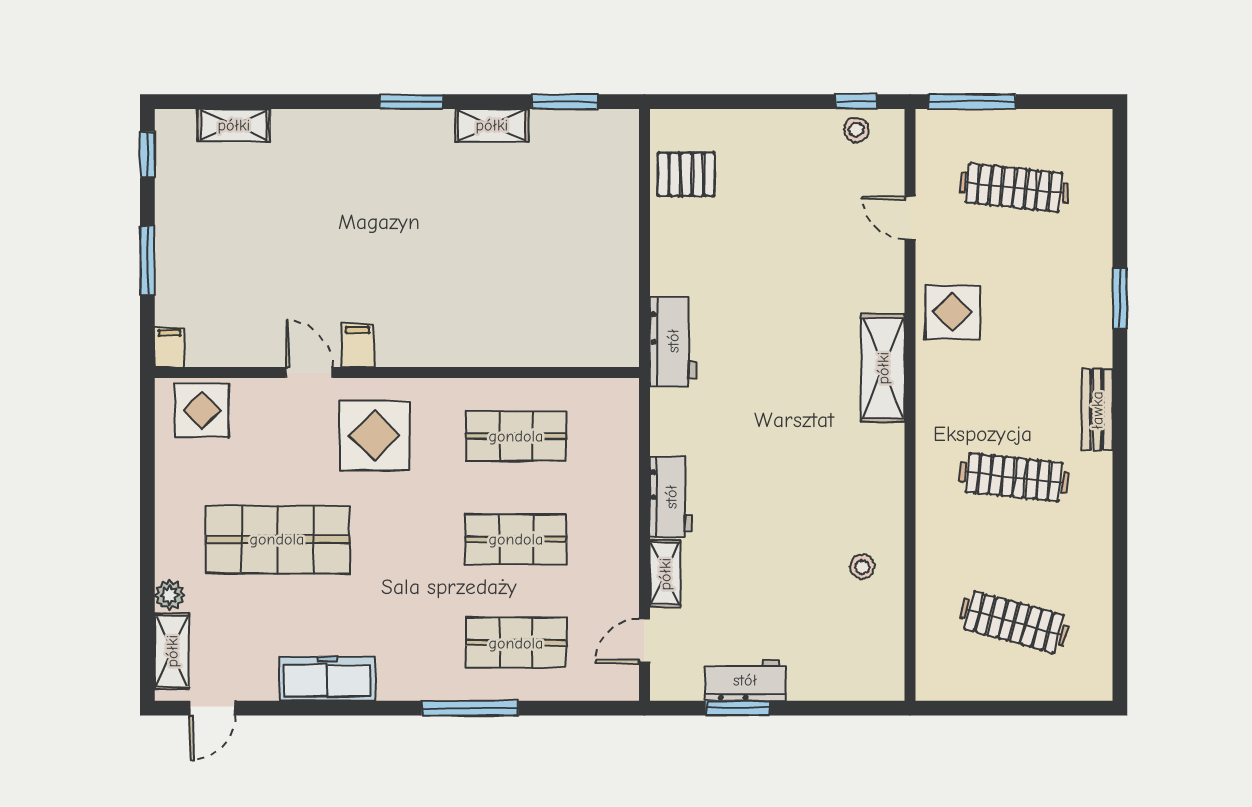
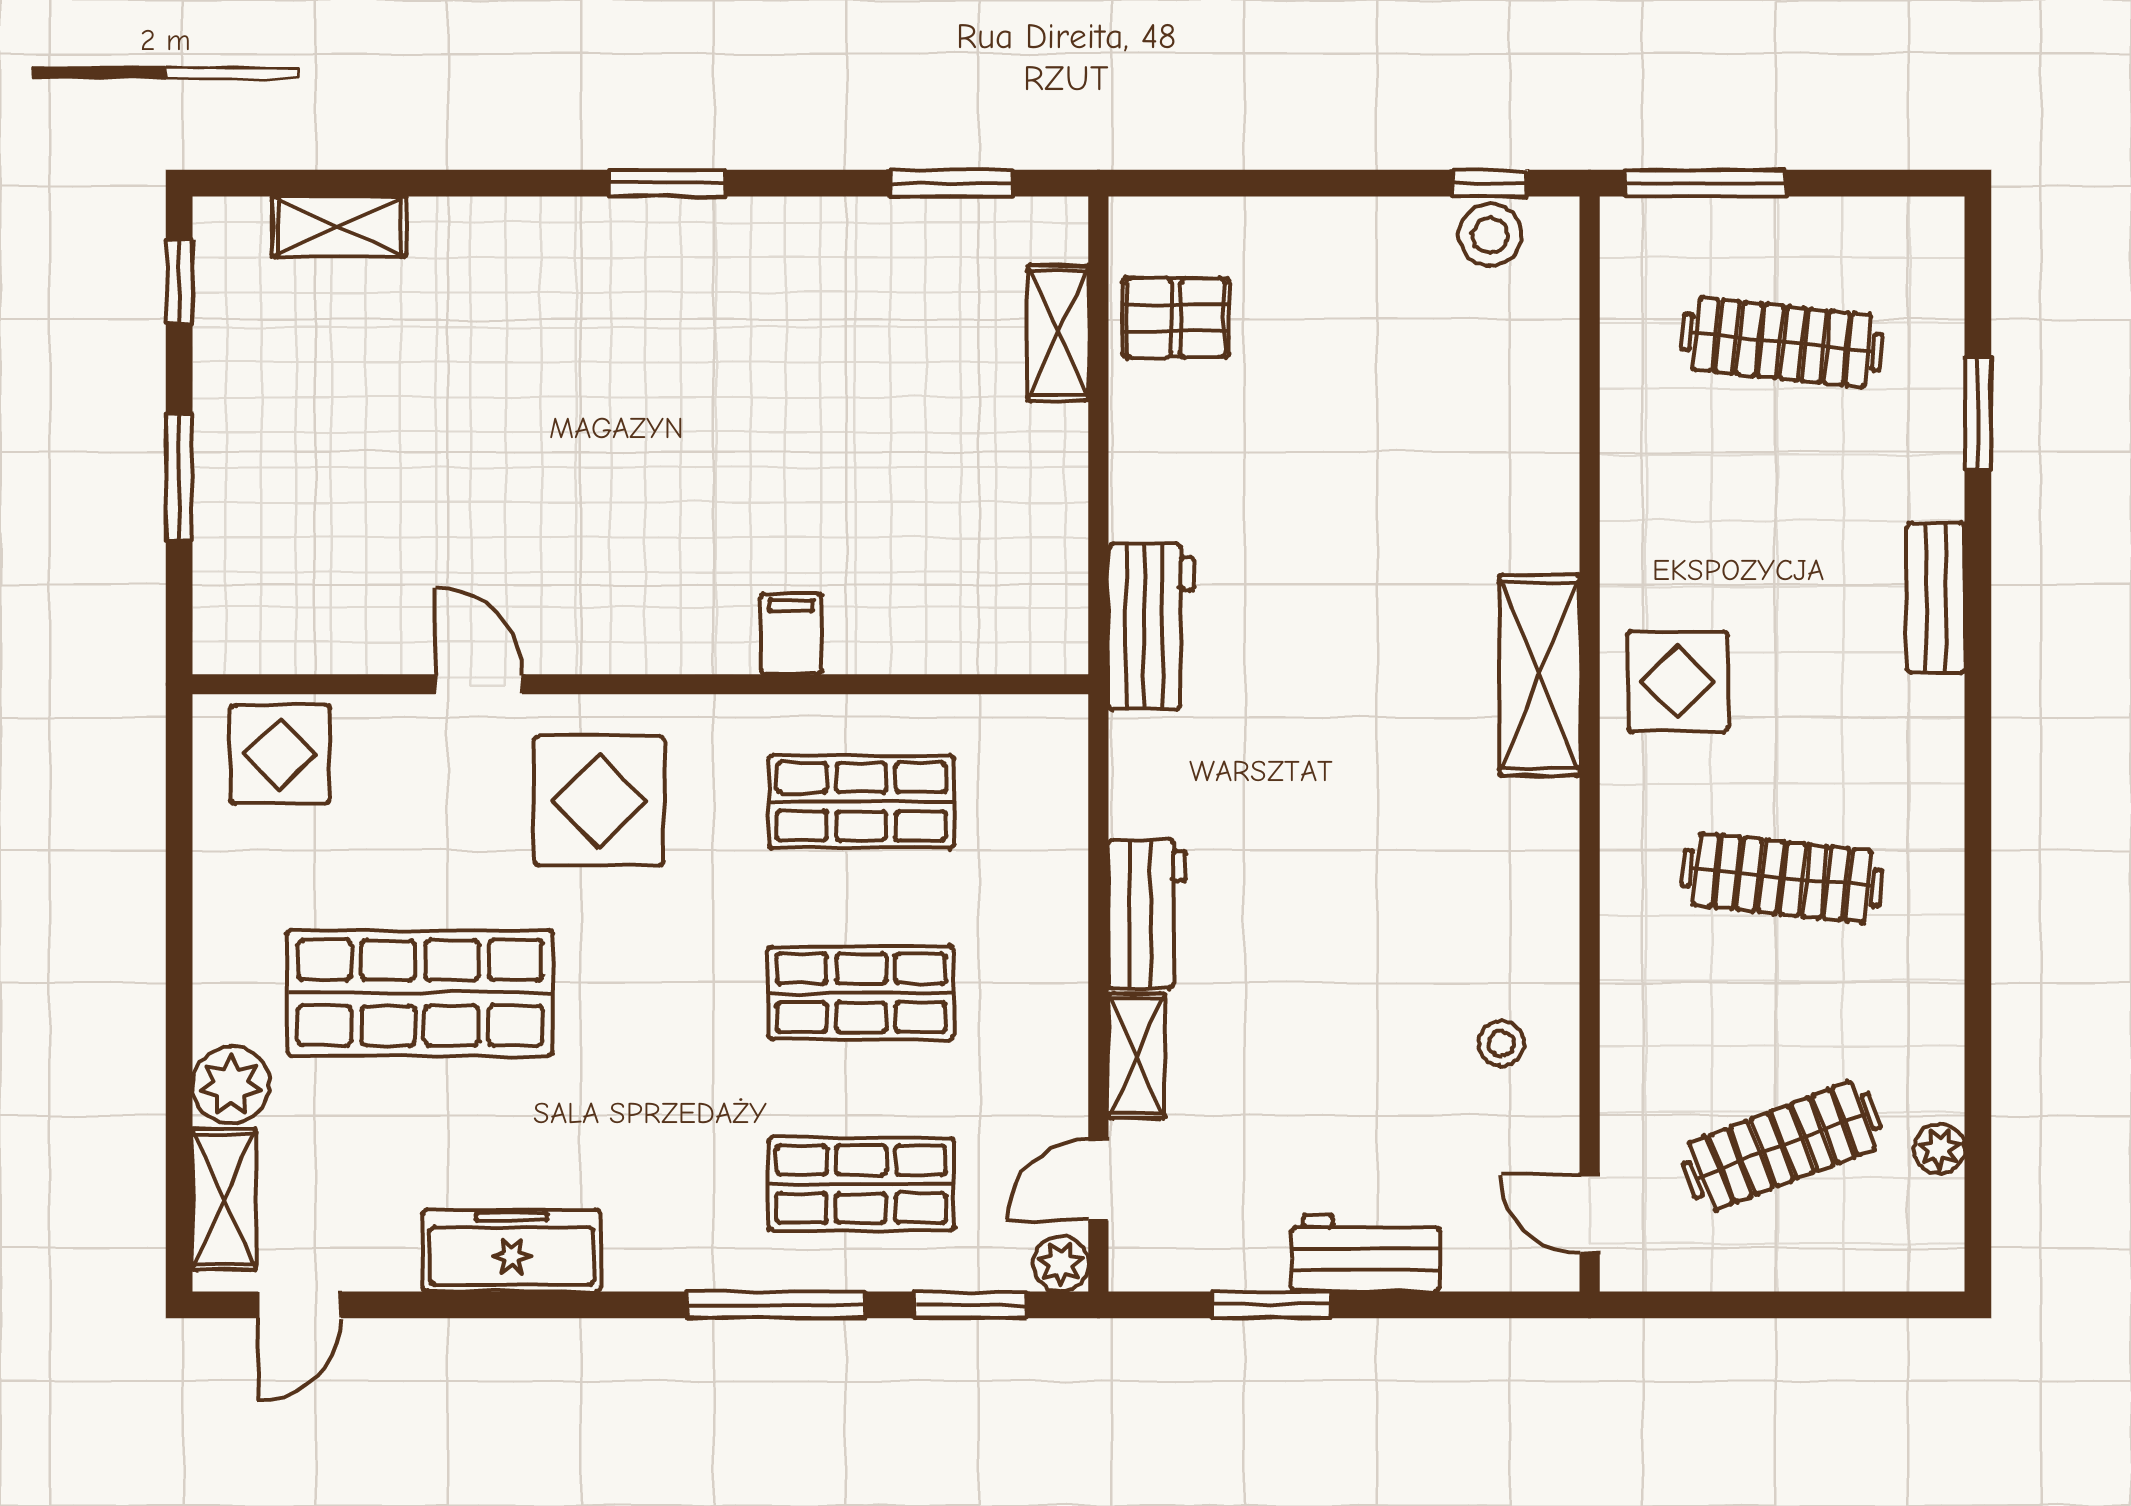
shelving: (492, 125) -> (1058, 333), moved, turned 90
stool: (856, 130) -> (1490, 235), width x1.37, depth x1.37
door: (910, 218) -> (1590, 1214), moved
window: (1120, 298) -> (1978, 414), moved
display table: (952, 312) -> (1678, 681), moved
filing cabinet: (358, 345) -> (791, 634), moved
filing cabinet: (170, 347) -> (220, 637), removed
bench: (1097, 410) -> (1936, 598), moved
plant: (170, 595) -> (231, 1085), width x1.38, depth x1.38
clothes rail: (1014, 622) -> (1782, 1146), turned -36
plant: (1099, 624) -> (1939, 1149), added
workbench: (745, 680) -> (1365, 1253), moved
plant: (624, 686) -> (1061, 1264), added
window: (575, 708) -> (971, 1305), added

